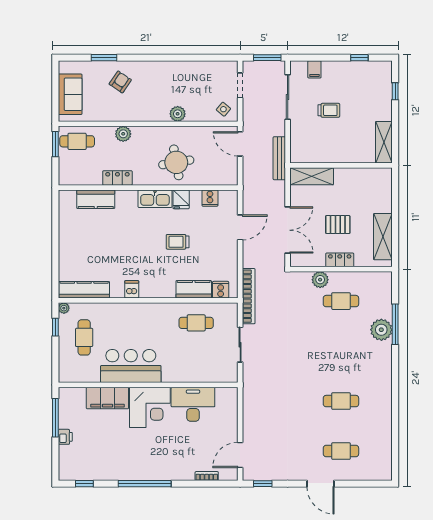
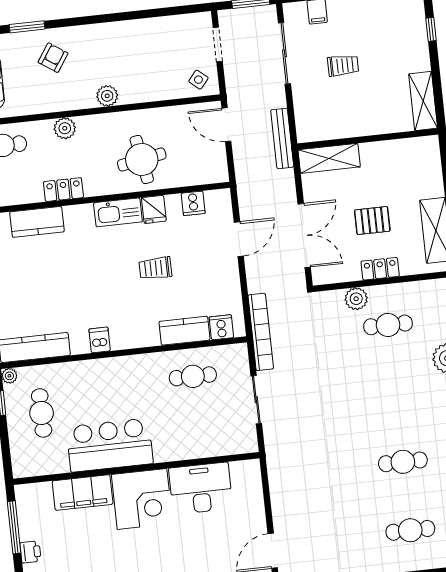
plant: (178, 114) -> (107, 96), moved

